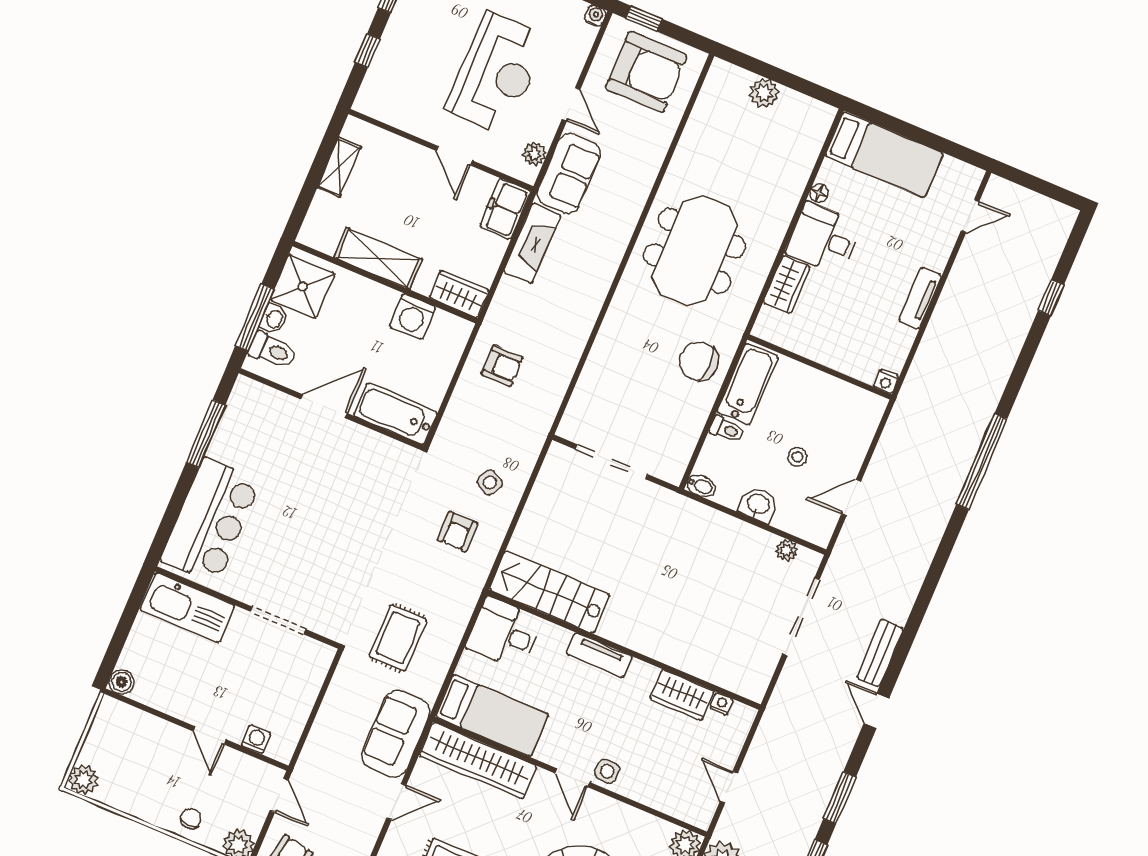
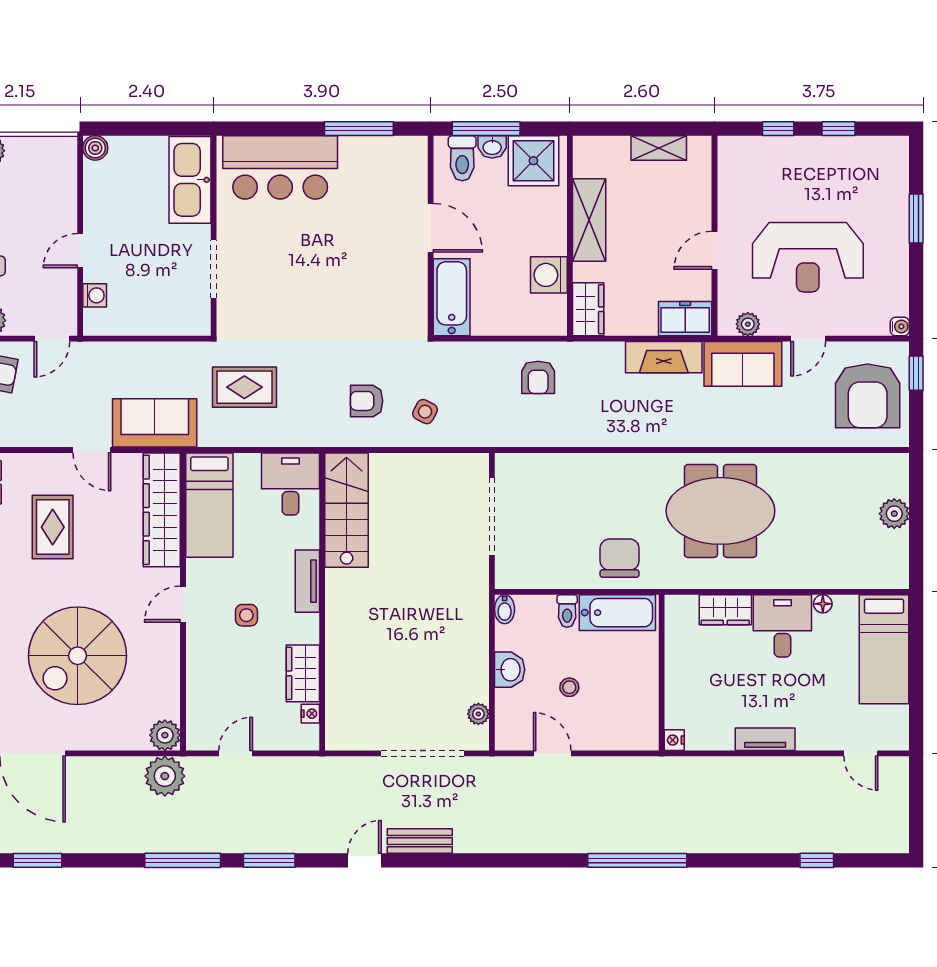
side table: (607, 771) -> (246, 615), moved

